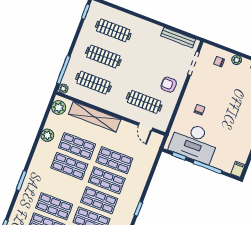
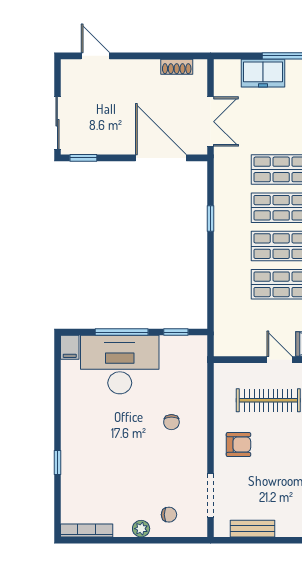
bench: (178, 38) -> (252, 529), width x0.73
door: (145, 127) -> (280, 360), moved
desk: (194, 142) -> (120, 365), moved

